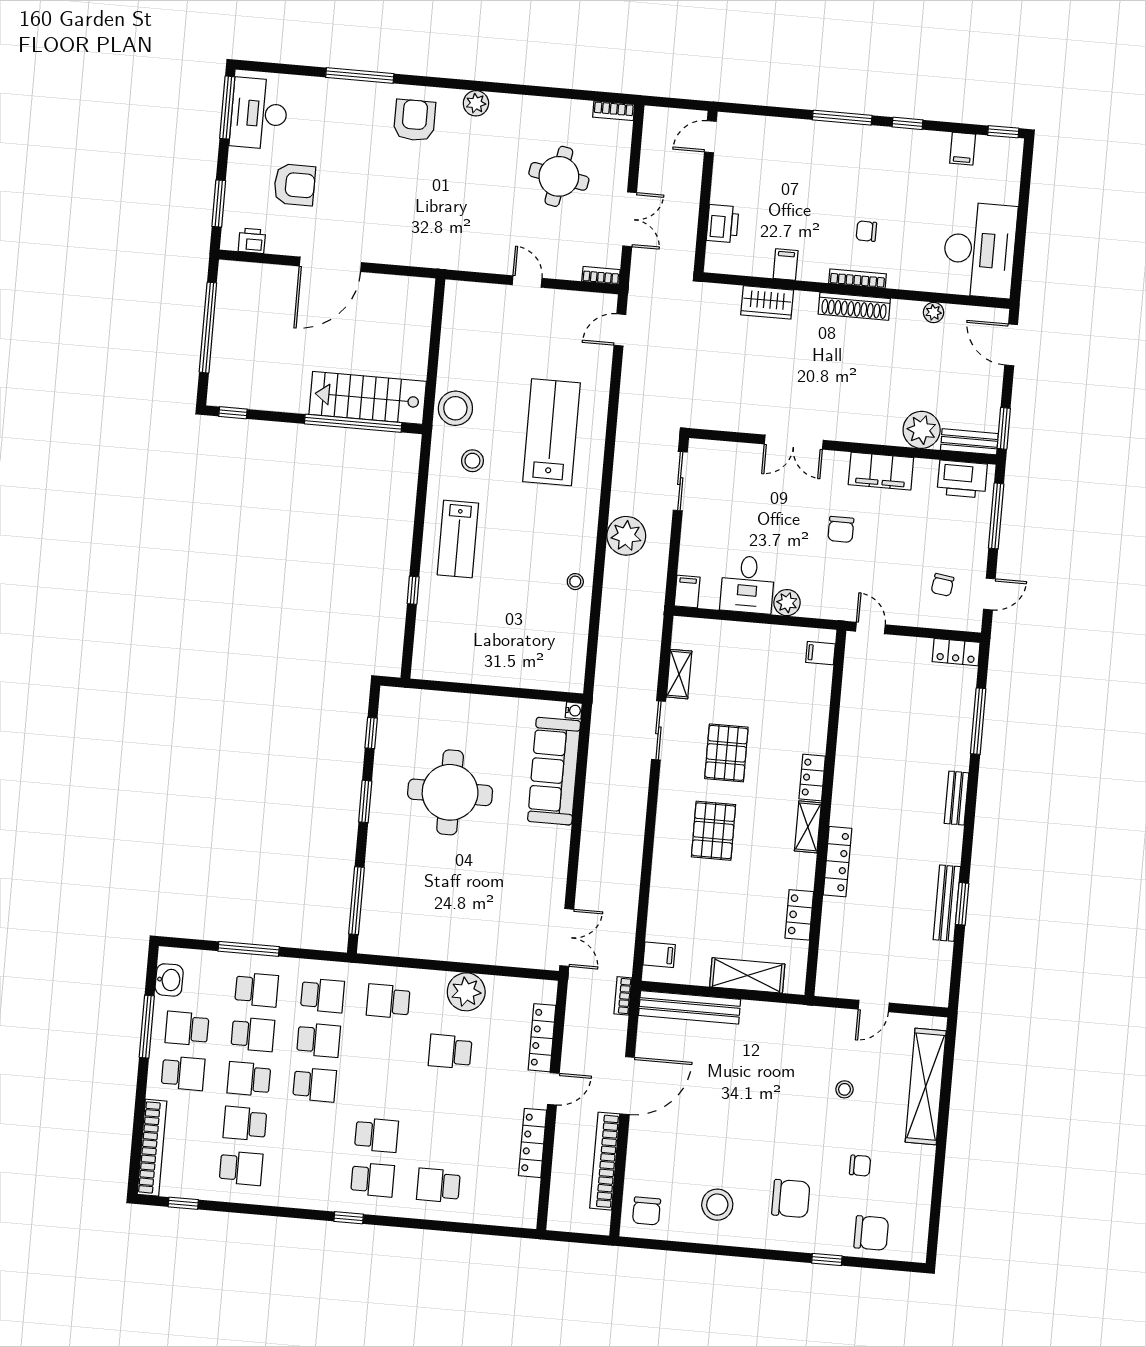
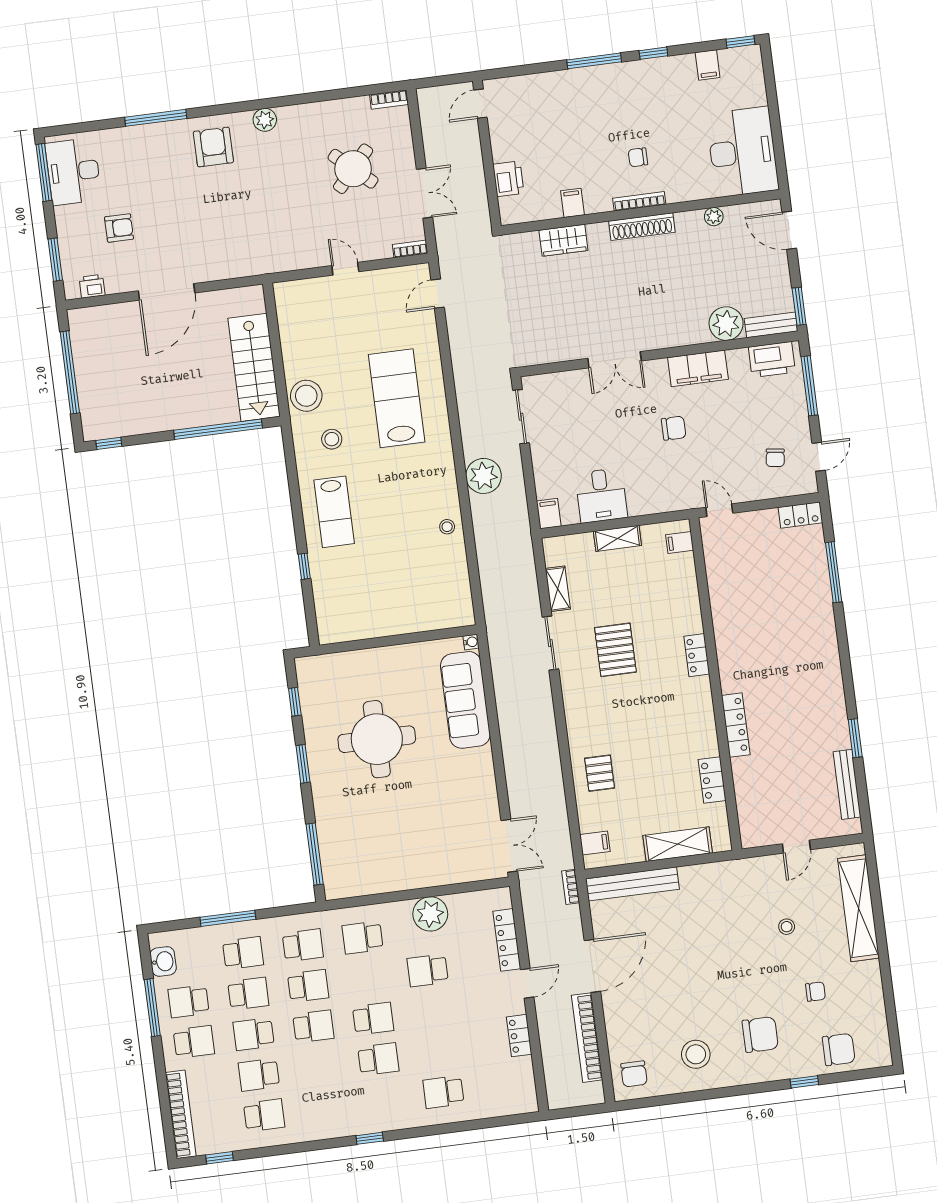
round table: (559, 176) -> (353, 169), turned 32
armchair: (295, 185) -> (119, 228), width x0.72, depth x0.72
stairs: (368, 398) -> (254, 367), moved, turned -90
chair: (841, 529) -> (674, 428), turned -90
plant: (787, 603) -> (640, 504), removed
bench: (956, 798) -> (829, 645), removed
shelving: (808, 827) -> (617, 538), moved, turned 90
pallet: (713, 831) -> (600, 773), moved, width x0.67, depth x0.71
bench: (947, 903) -> (847, 784), moved
locker: (533, 1143) -> (519, 1036), width x0.66
school desk: (373, 1180) -> (373, 1019), moved

